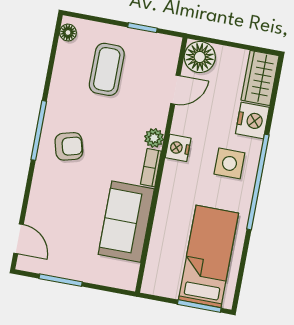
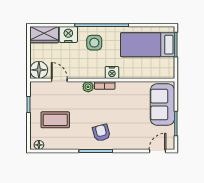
nightstand: (178, 148) -> (112, 73), moved
sofa: (126, 222) -> (162, 105), moved, turned 90

